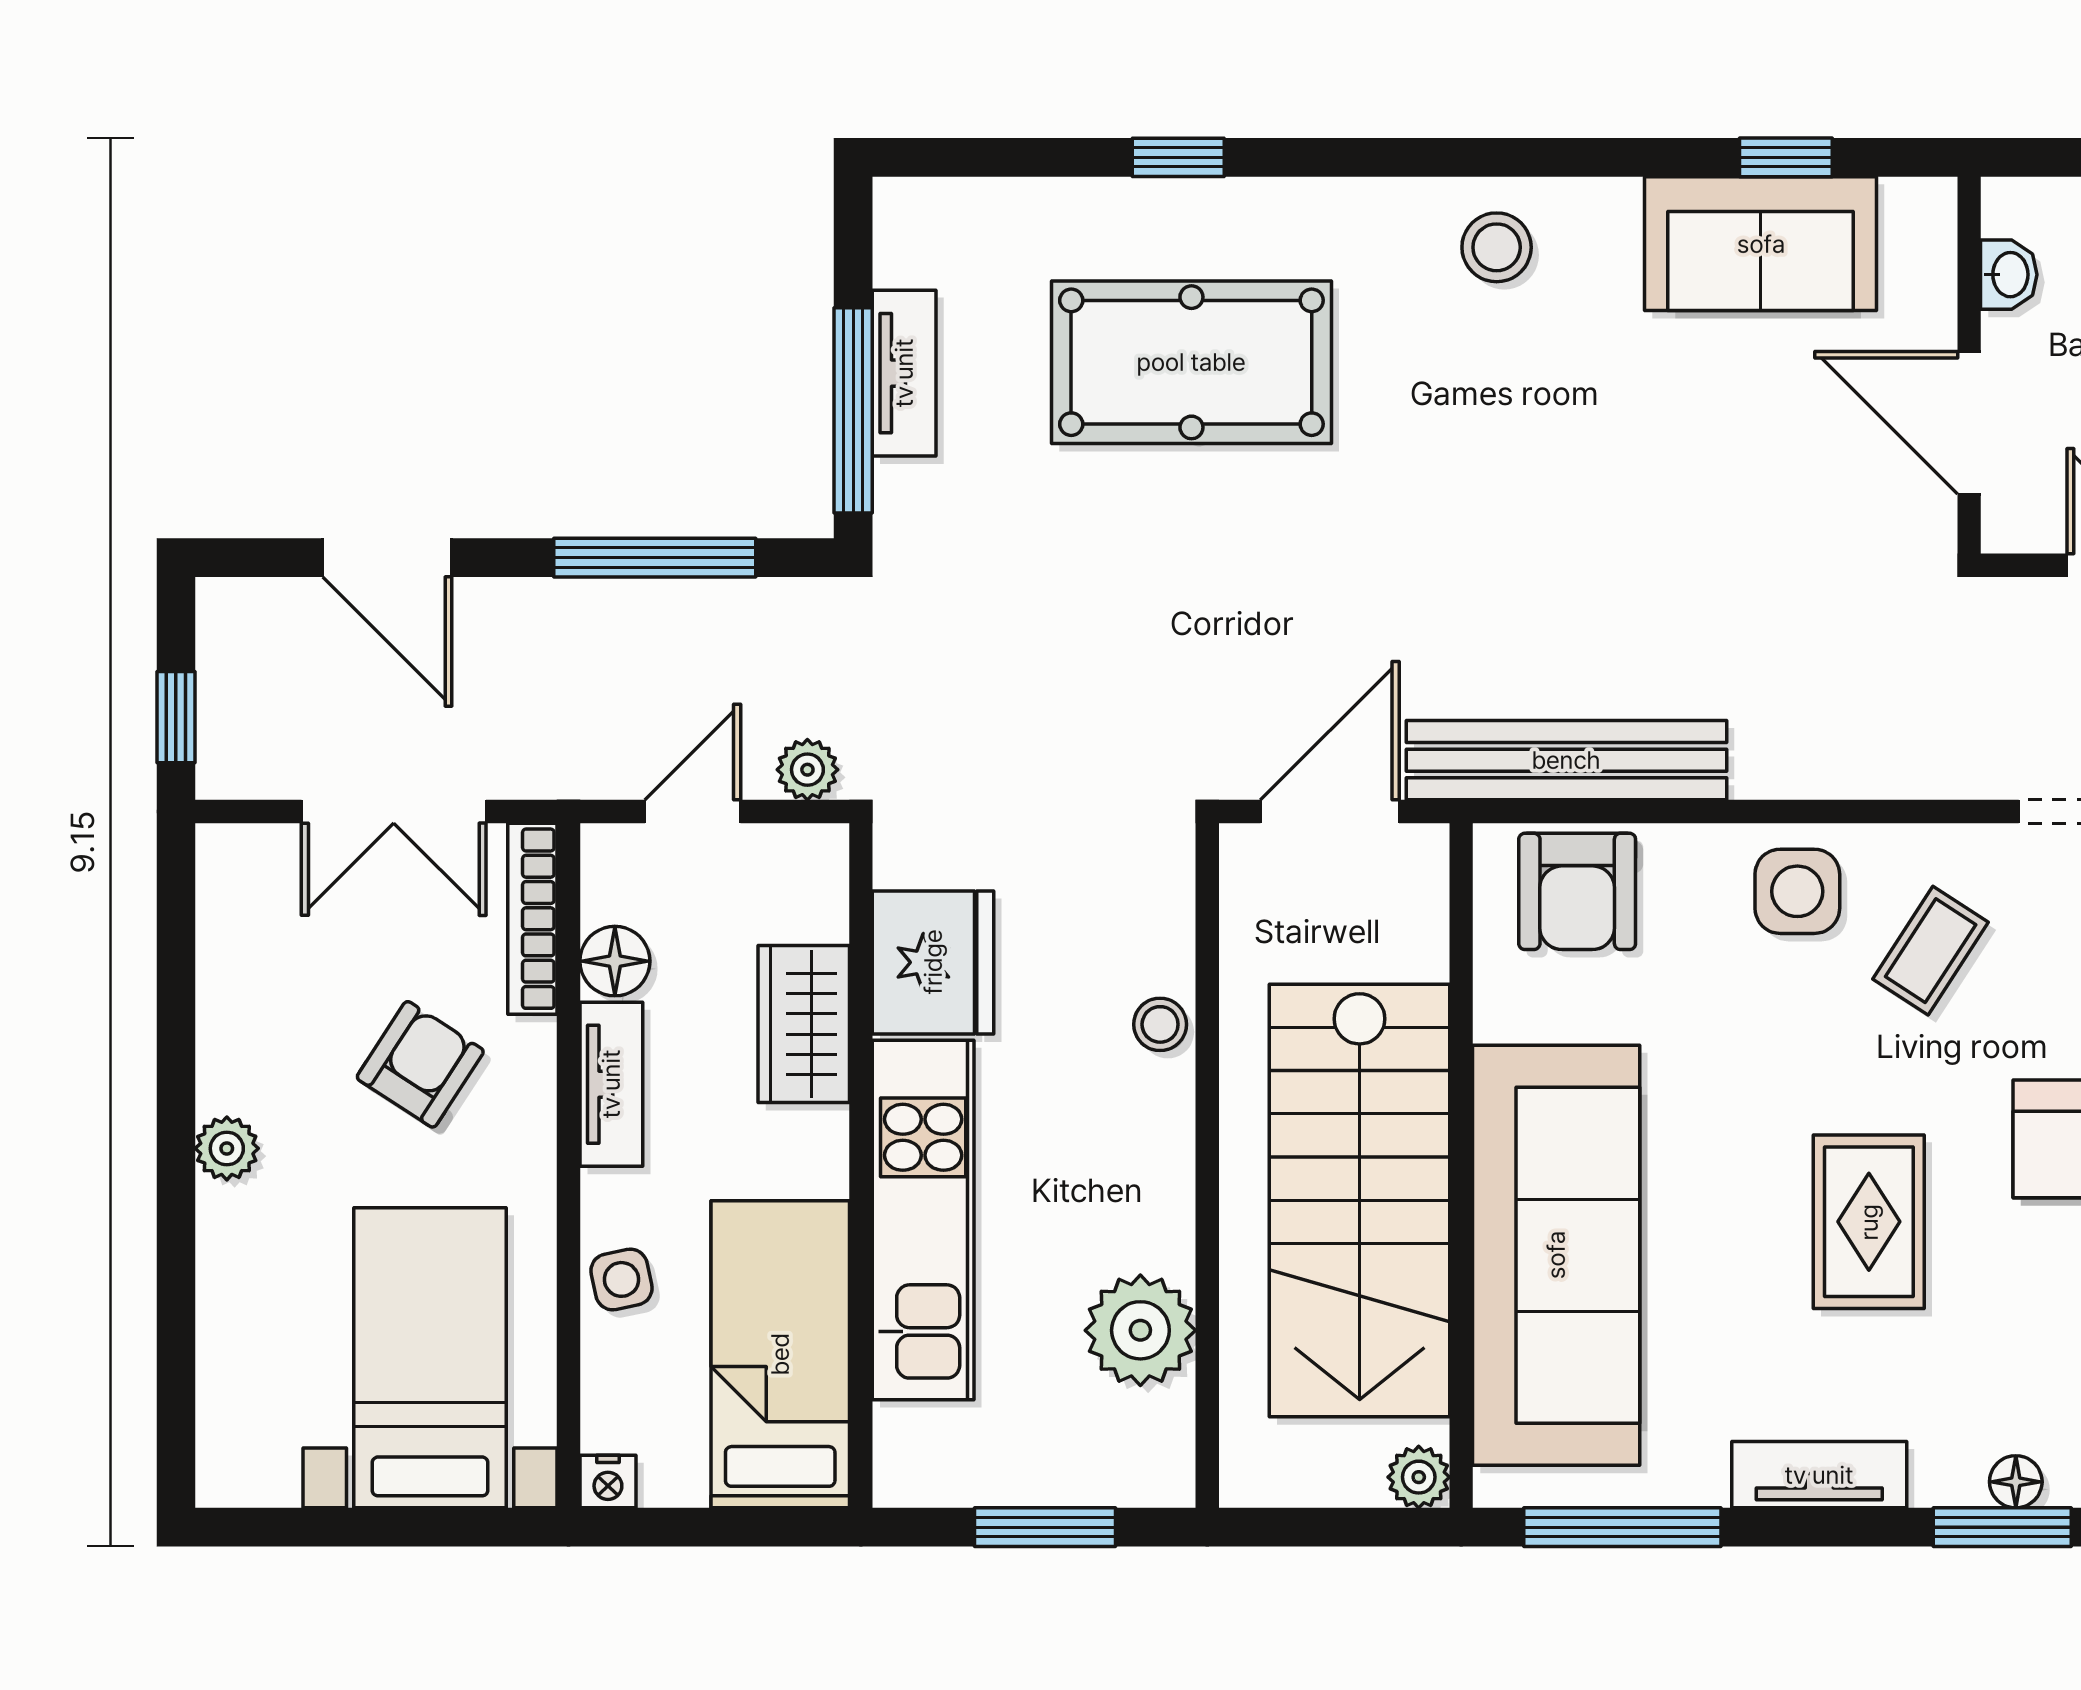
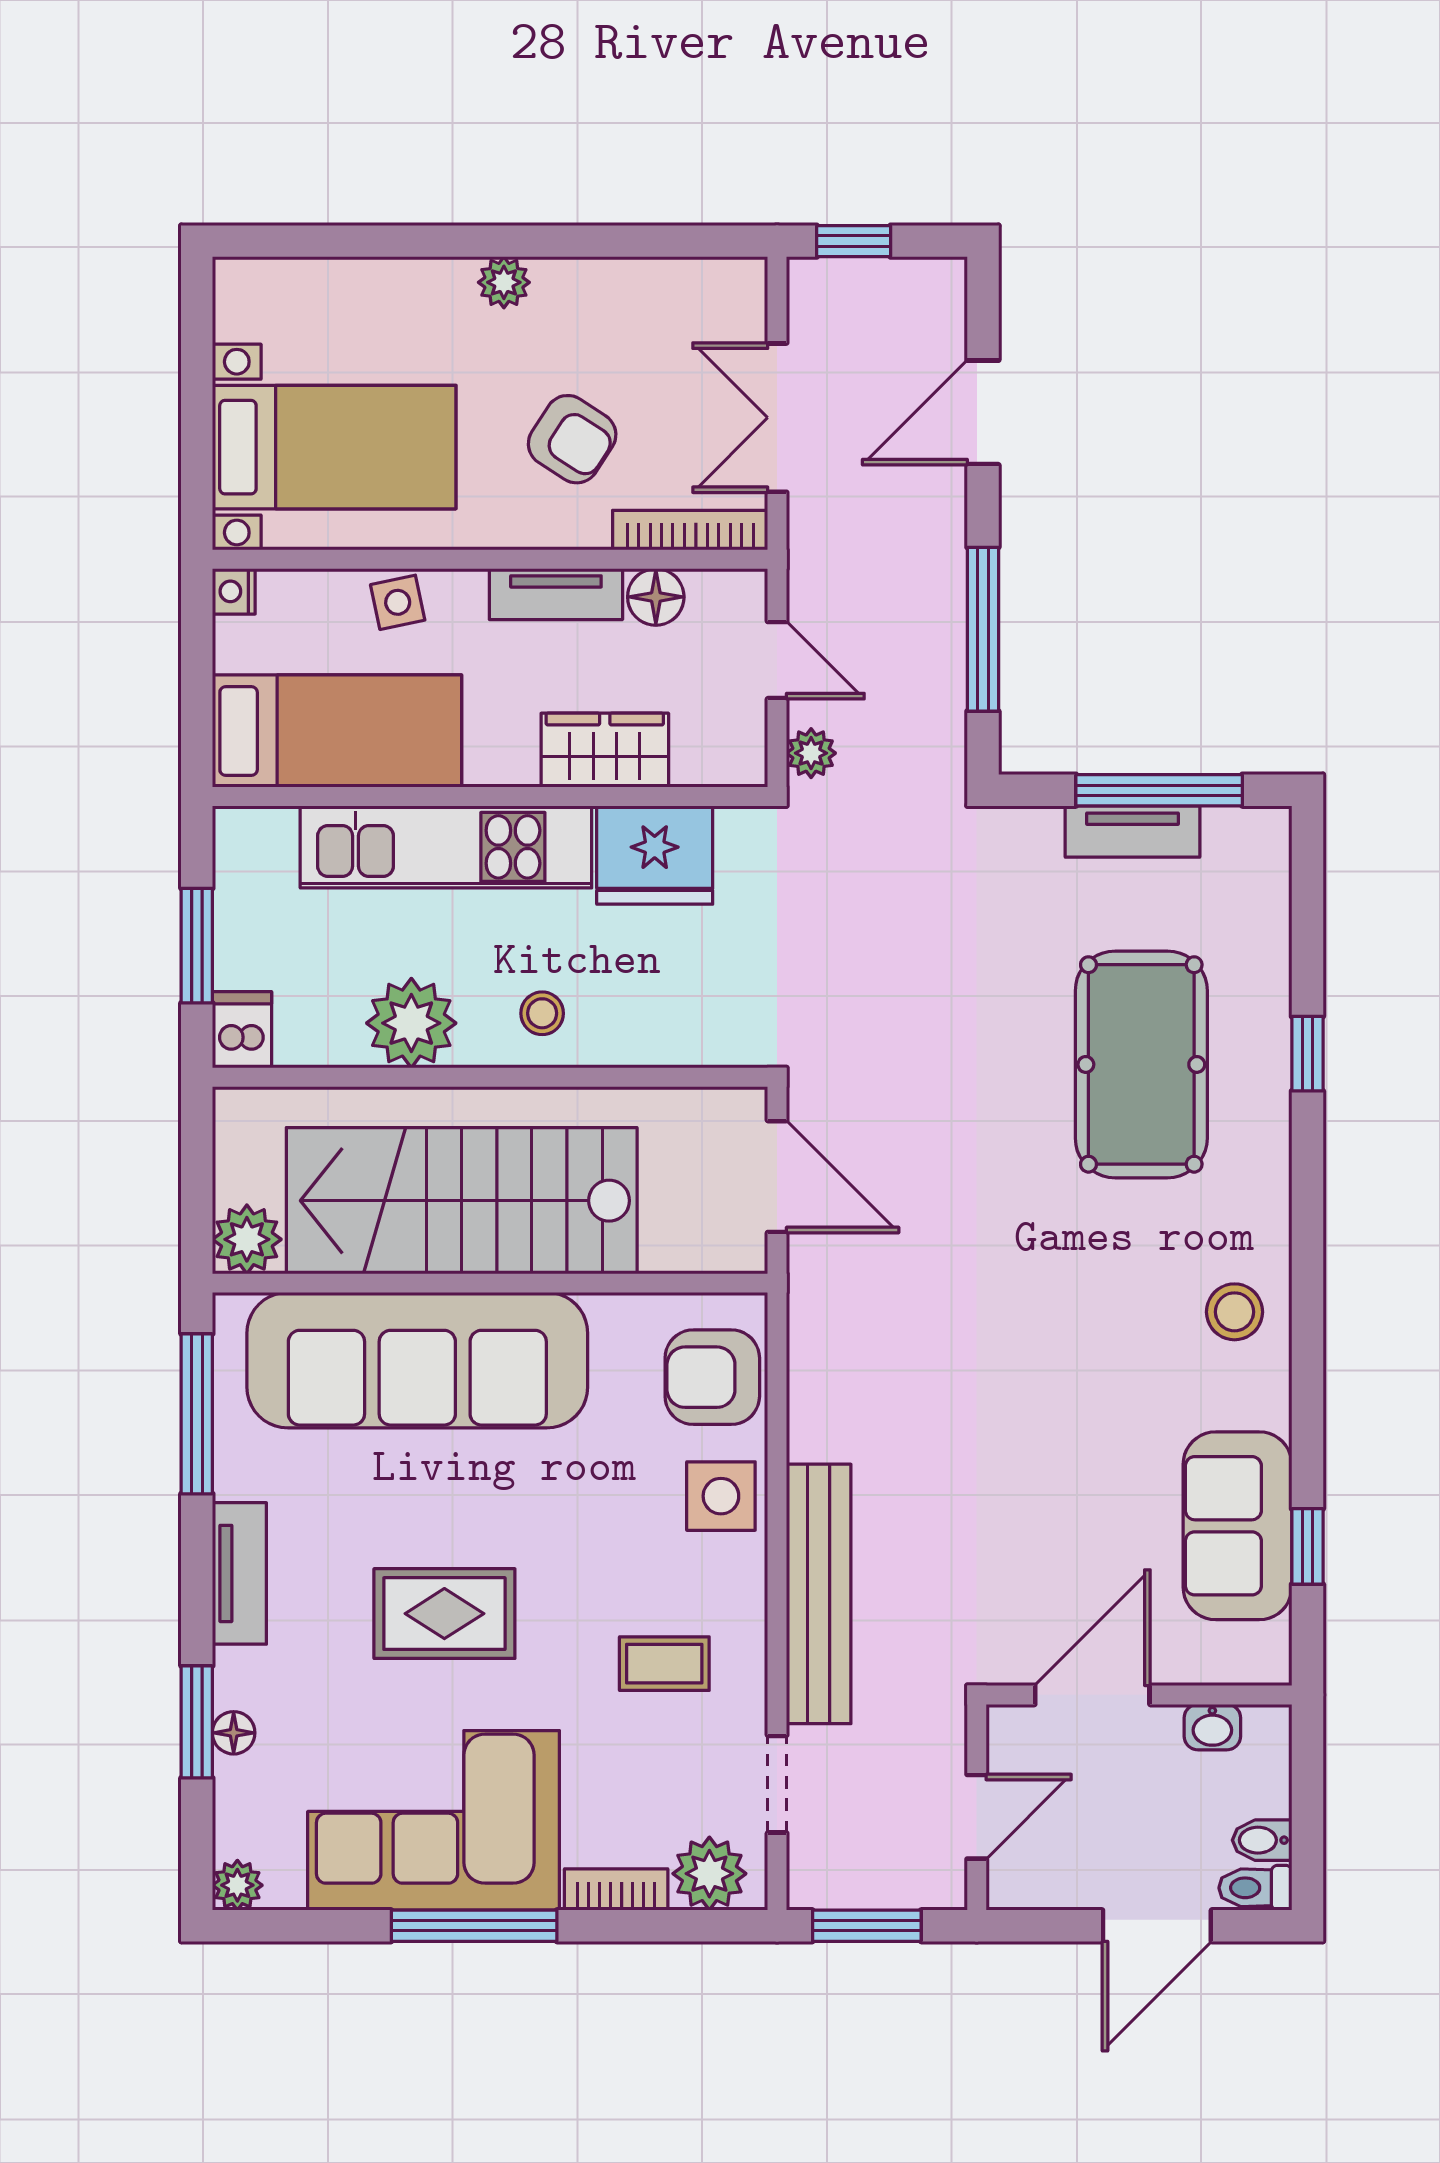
window: (853, 410) -> (1159, 790), moved
bench: (1566, 760) -> (819, 1594), moved
side table: (1797, 891) -> (721, 1496), moved
coffee table: (1931, 951) -> (664, 1664), turned -33
stool: (1160, 1024) -> (542, 1013), moved
plant: (1140, 1330) -> (411, 1023), moved
dishwasher: (1149, 1472) -> (242, 1030), added
plant: (1419, 1477) -> (247, 1239), width x1.38, depth x1.38

